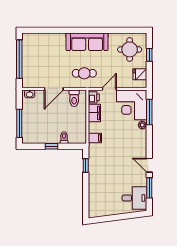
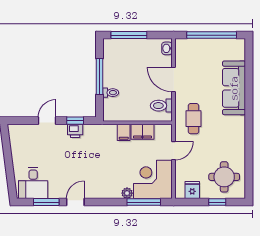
sofa: (87, 42) -> (234, 88), moved
door: (109, 89) -> (174, 151), hinge flipped
printer: (94, 97) -> (75, 131), moved
filing cabinet: (95, 138) -> (124, 132), moved
window: (51, 146) -> (100, 76), width x2.17
door: (86, 187) -> (47, 121), added

